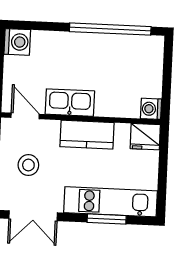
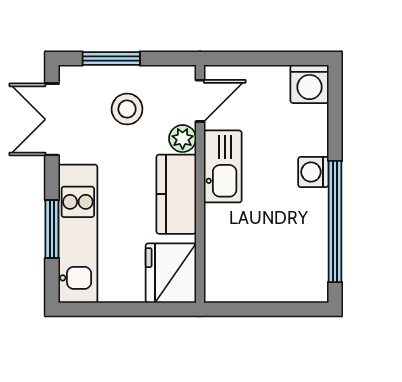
washing machine: (151, 109) -> (313, 172), moved, turned -90
plant: (50, 129) -> (183, 139), added
fridge: (145, 137) -> (171, 273), width x1.36, depth x1.34

